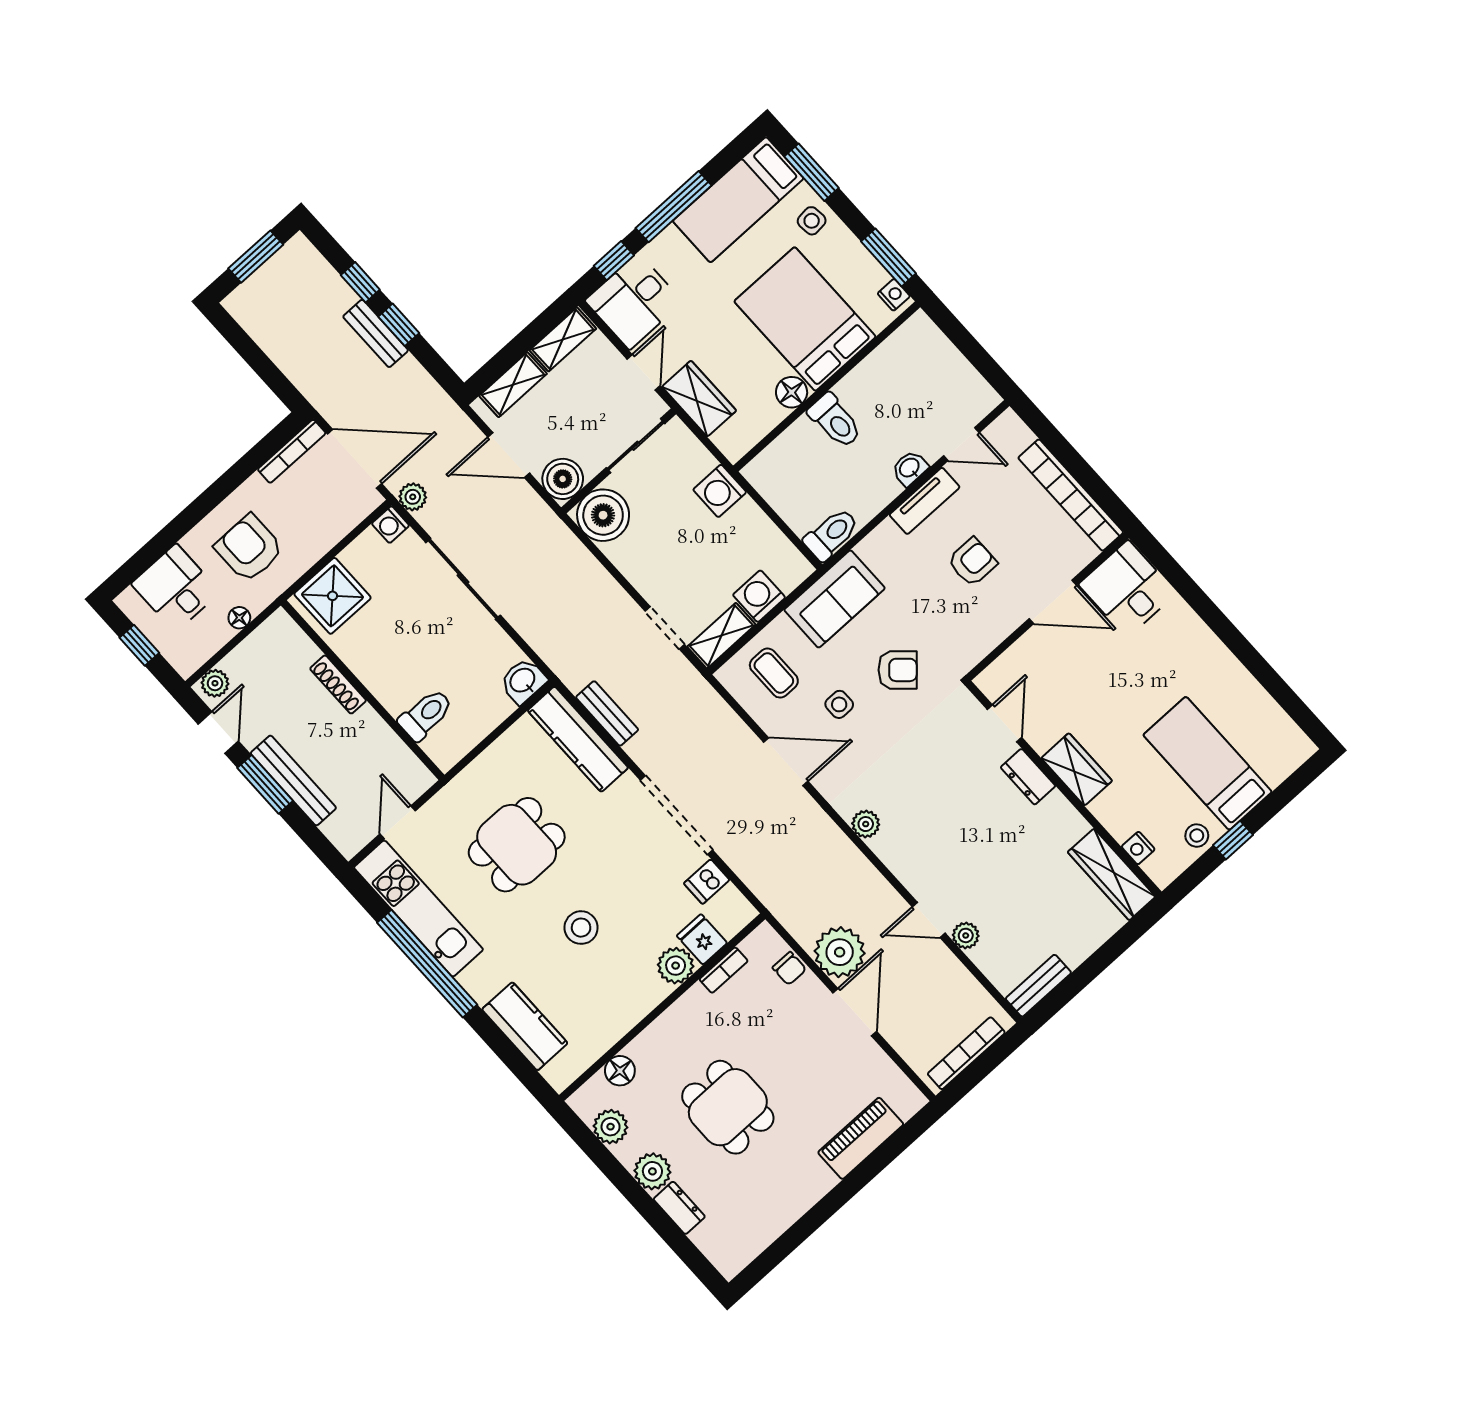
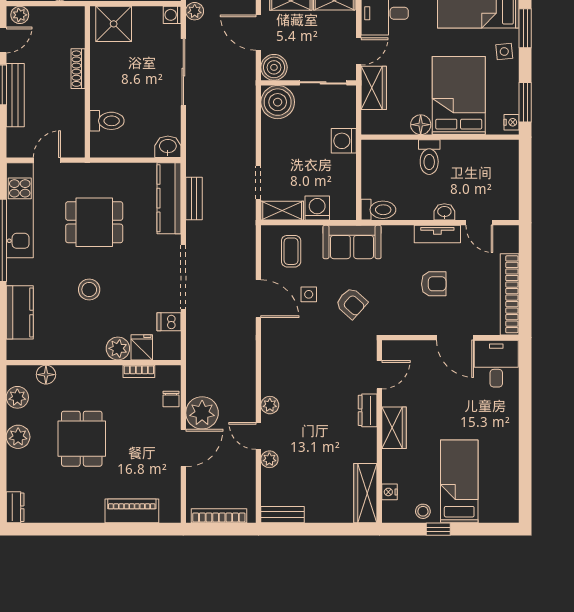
plant: (866, 824) -> (270, 405), moved
dresser: (679, 1208) -> (15, 507), moved

